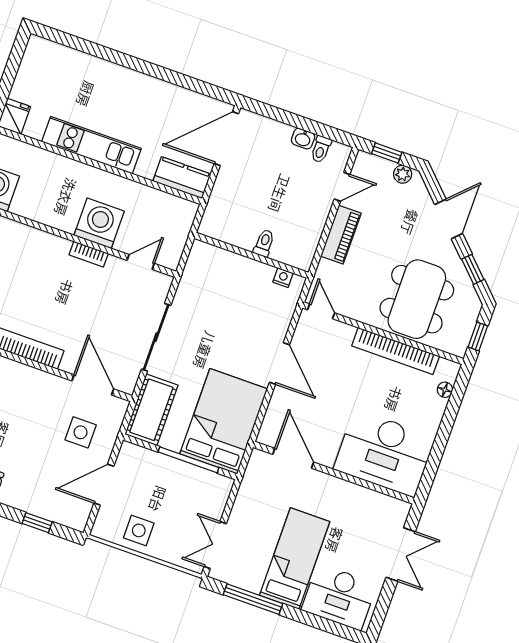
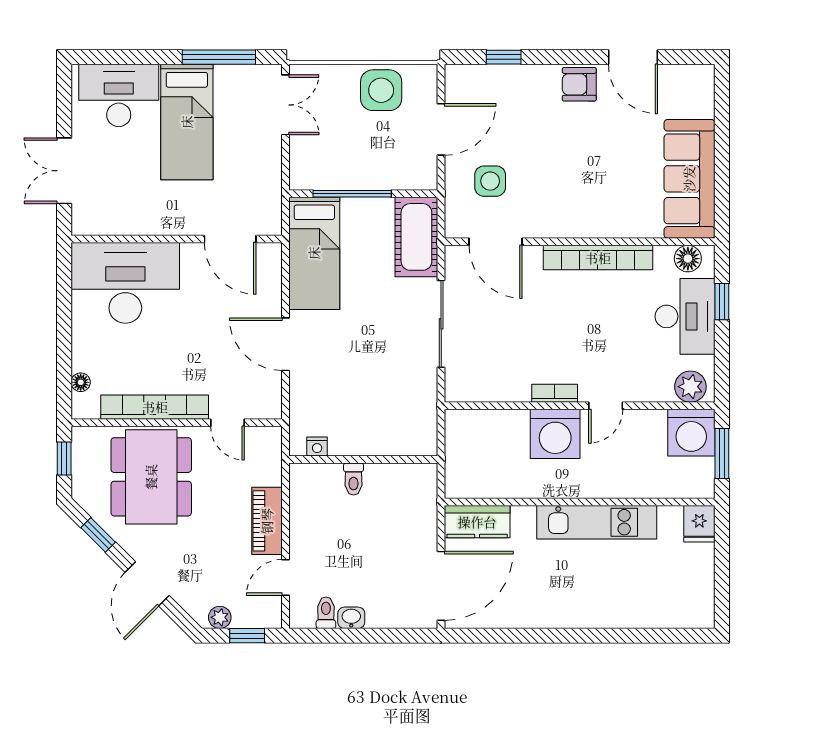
door: (141, 262) -> (606, 406), moved
door: (321, 311) -> (227, 423), moved
bed: (224, 421) -> (314, 253), width x0.67
side table: (139, 530) -> (381, 90), width x1.37, depth x1.37

